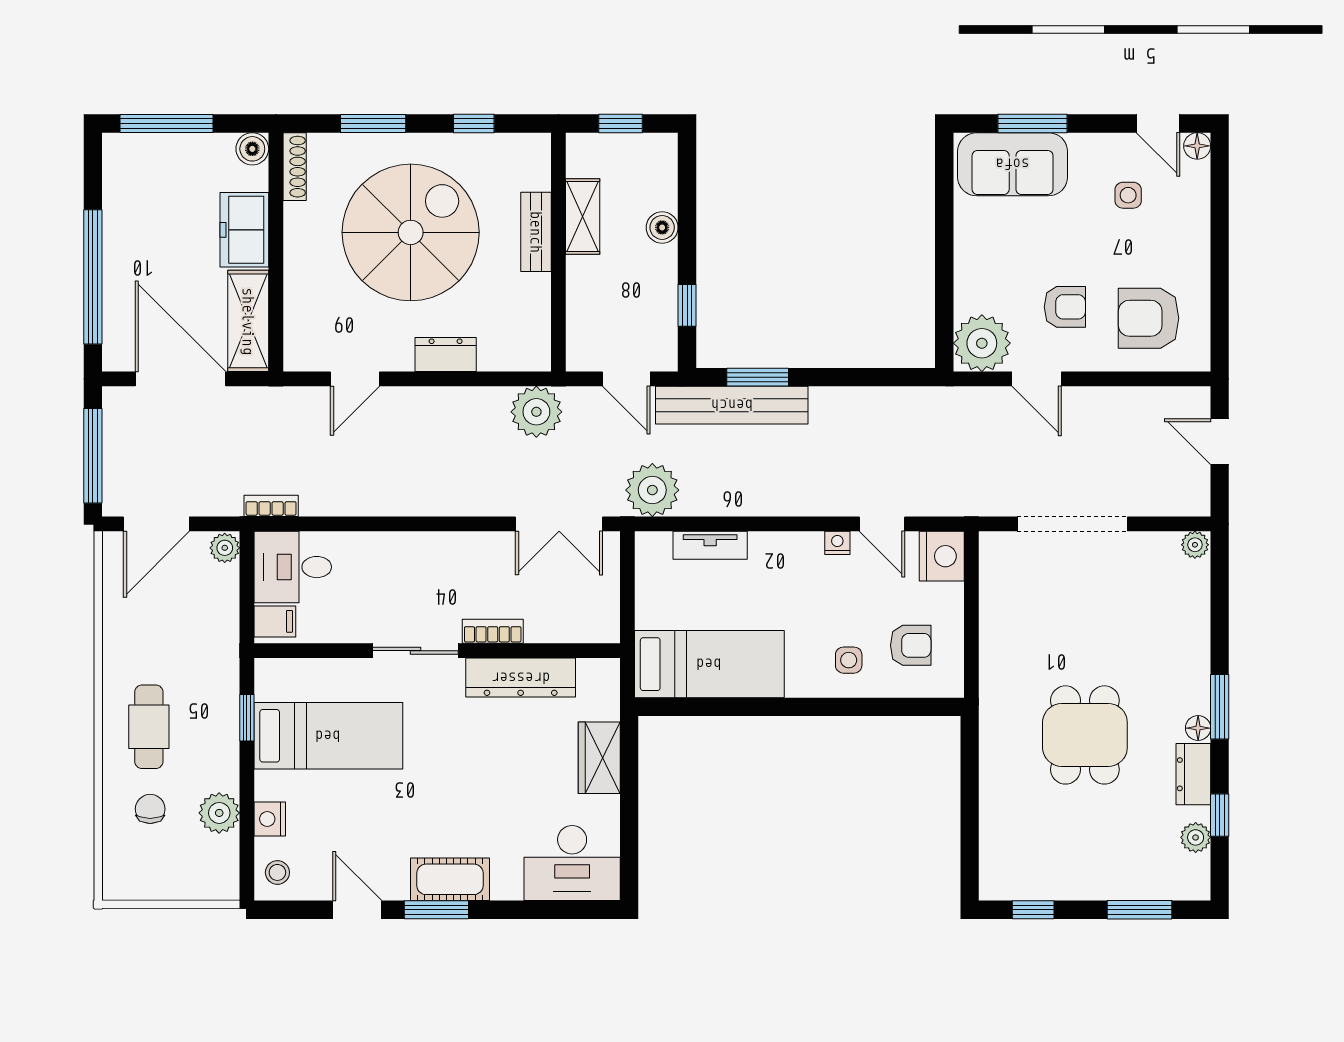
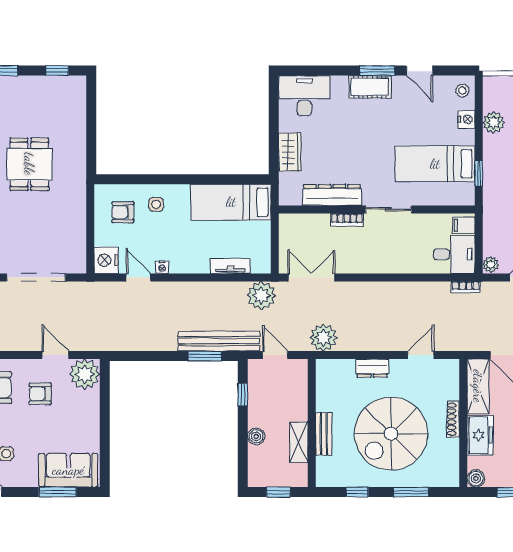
shoe rack: (295, 167) -> (453, 419), moved

